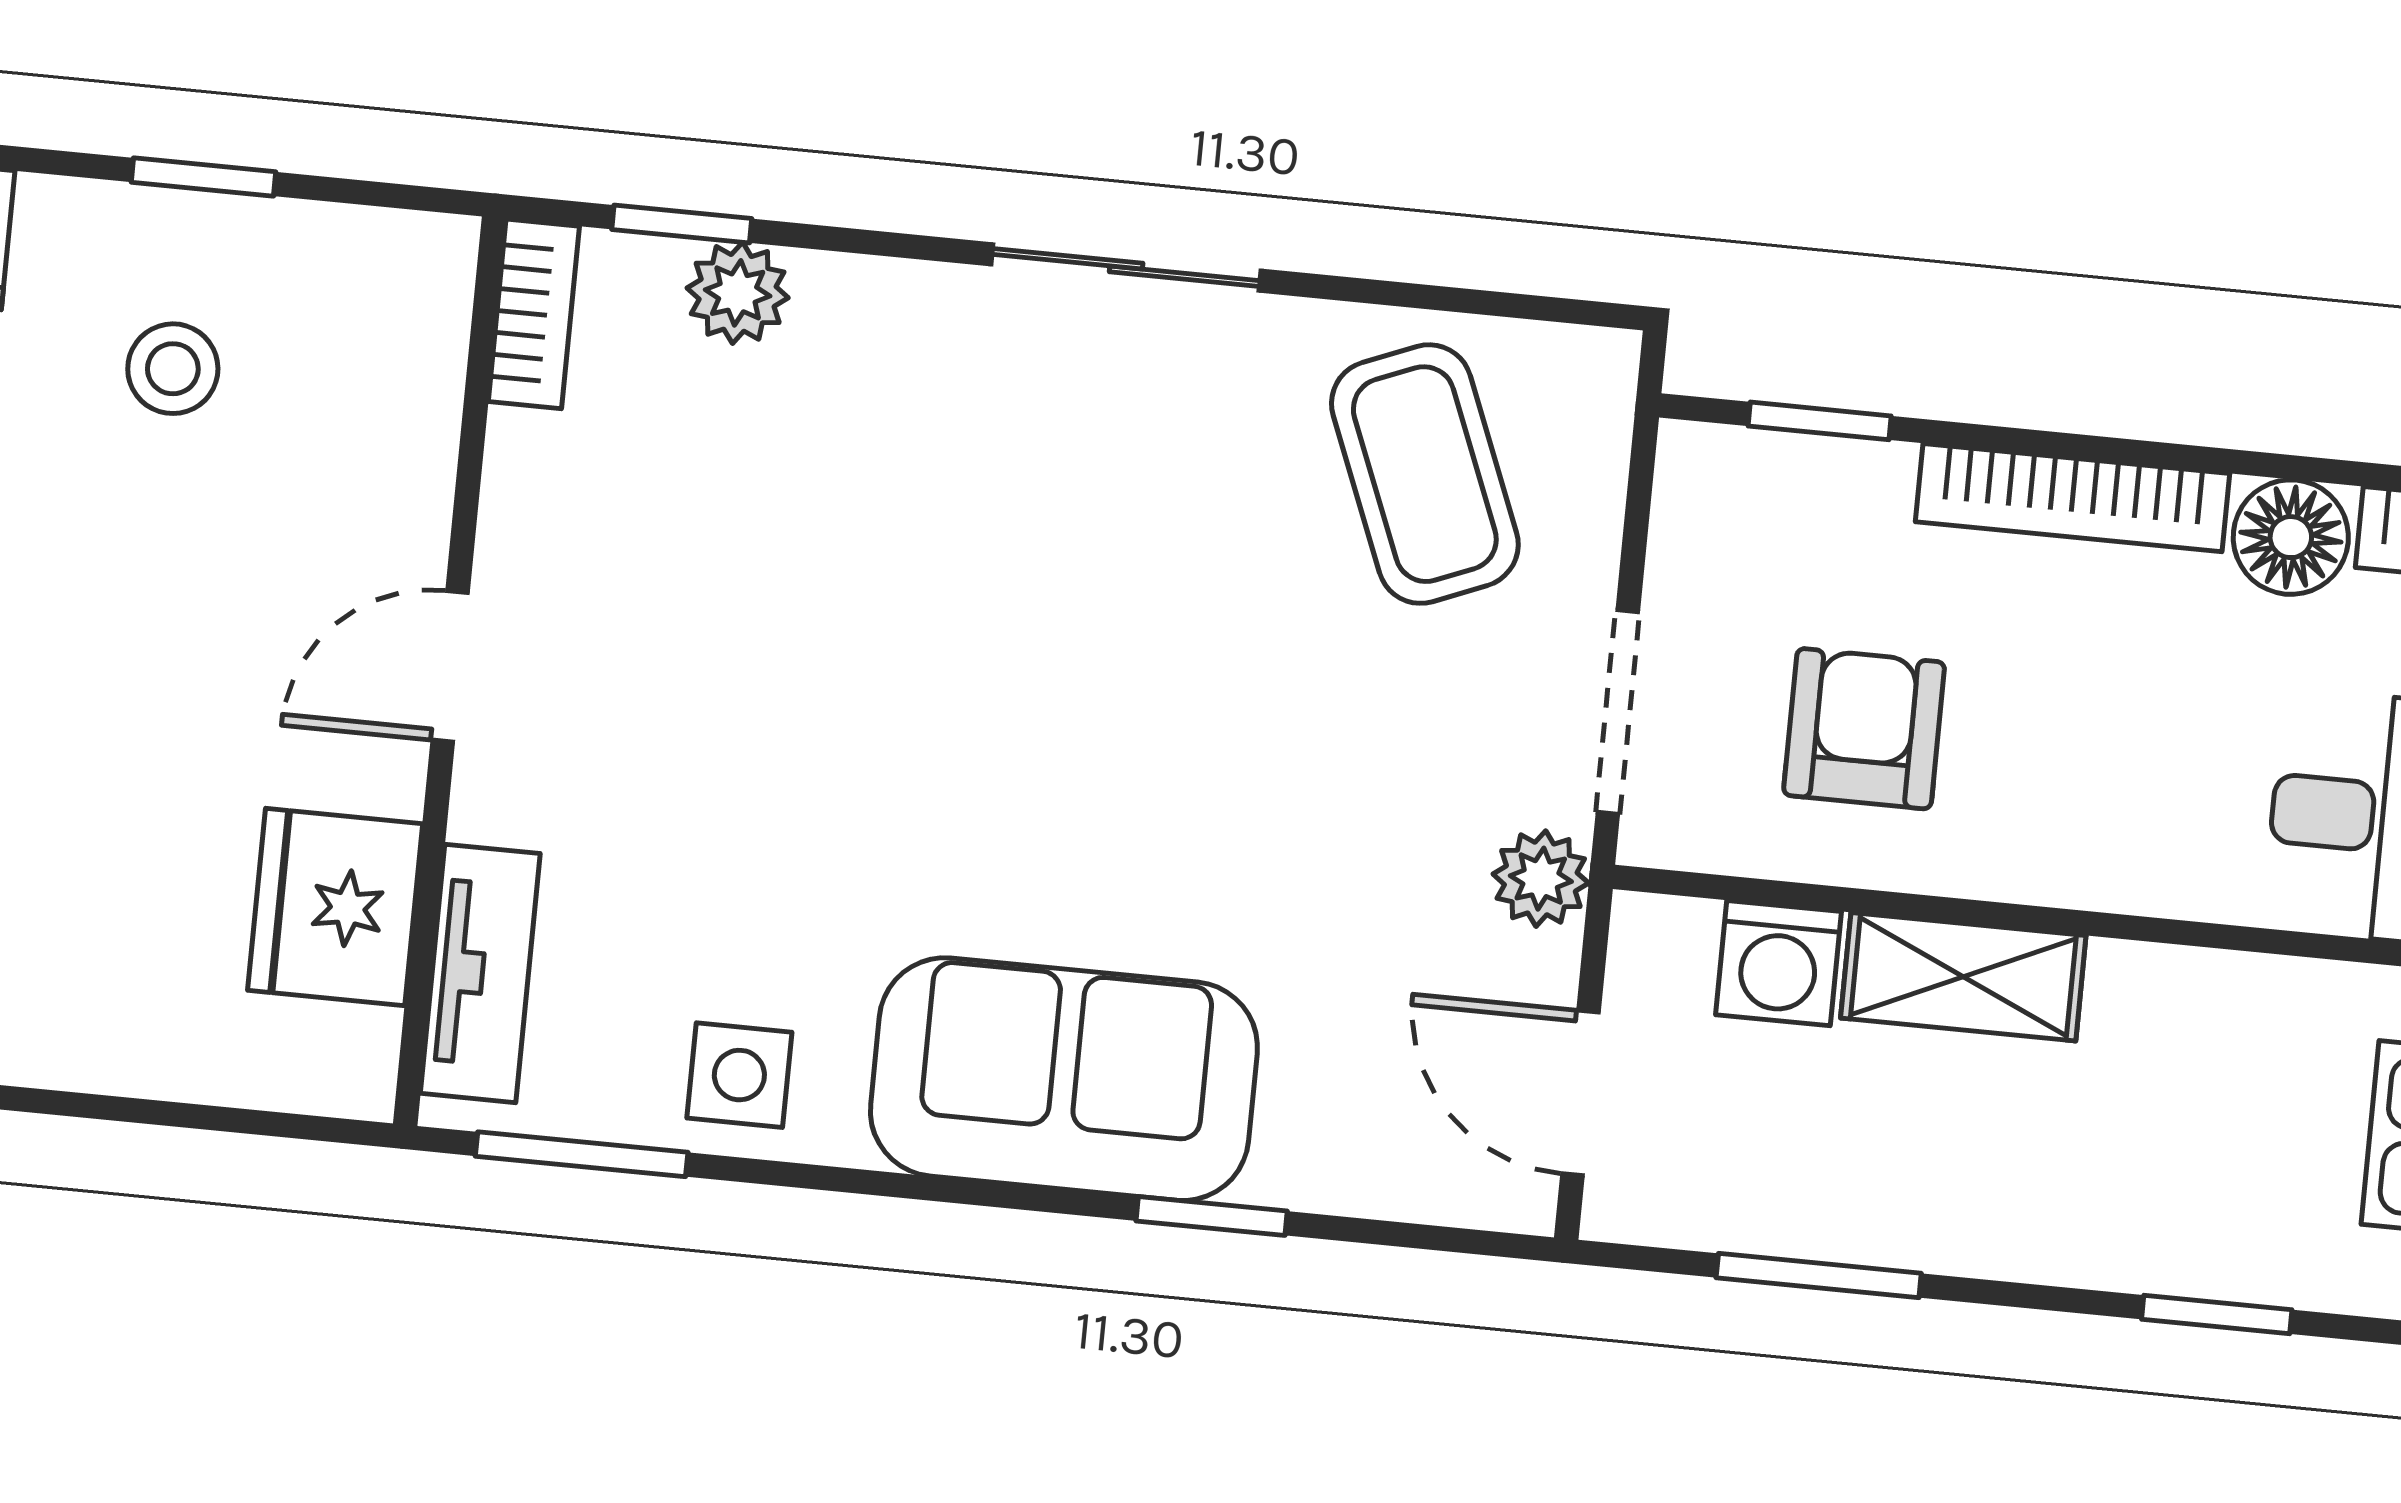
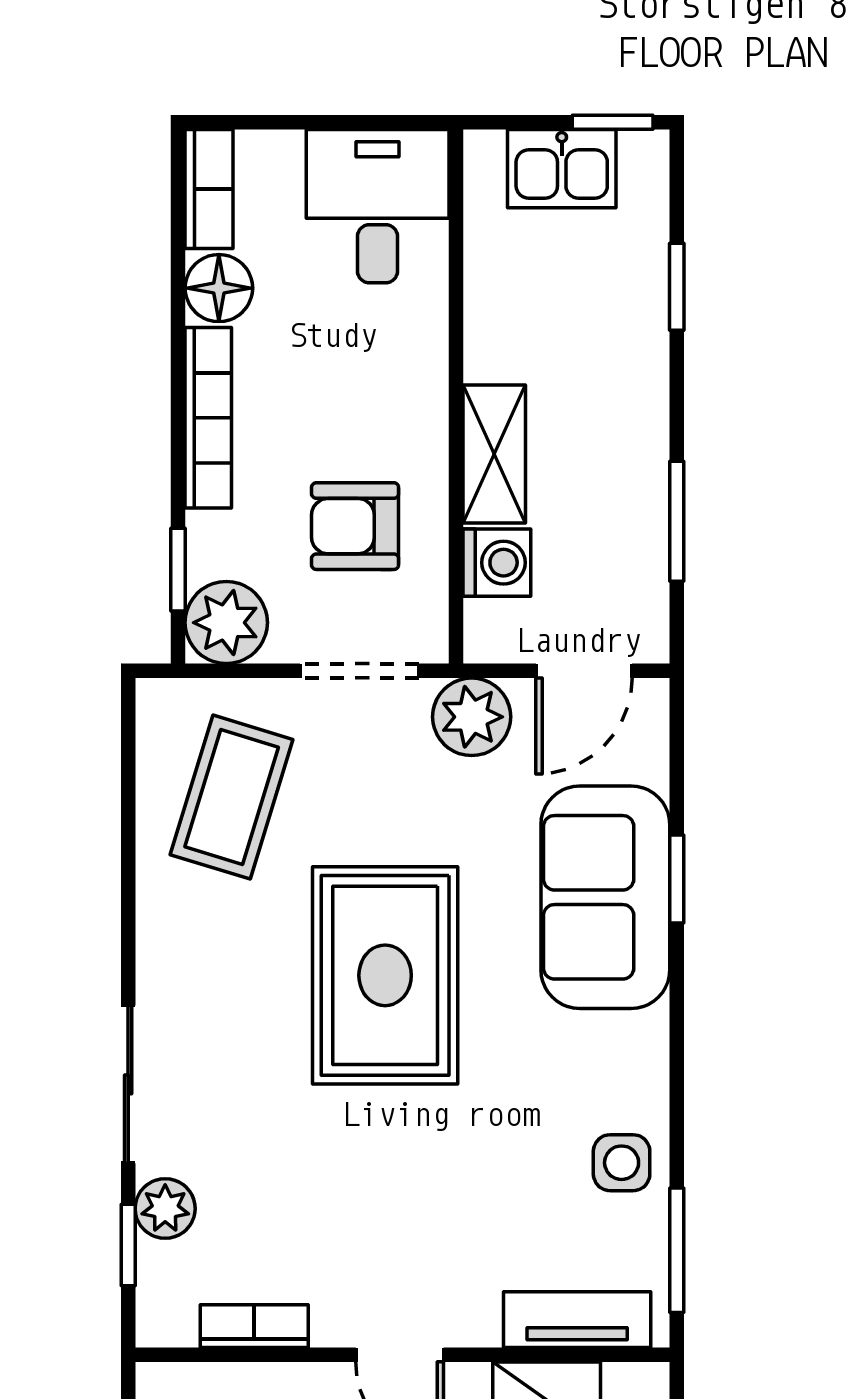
sliding door: (1126, 267) -> (128, 1084), moved
bookcase: (534, 314) -> (254, 1326), moved
coffee table: (1425, 474) -> (232, 797), turned -51
plant: (1722, 494) -> (226, 623), added
rug: (1097, 705) -> (385, 975), added
plant: (1541, 879) -> (472, 717), width x1.38, depth x1.38
sofa: (1064, 1079) -> (605, 897), moved

